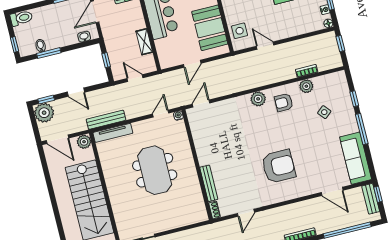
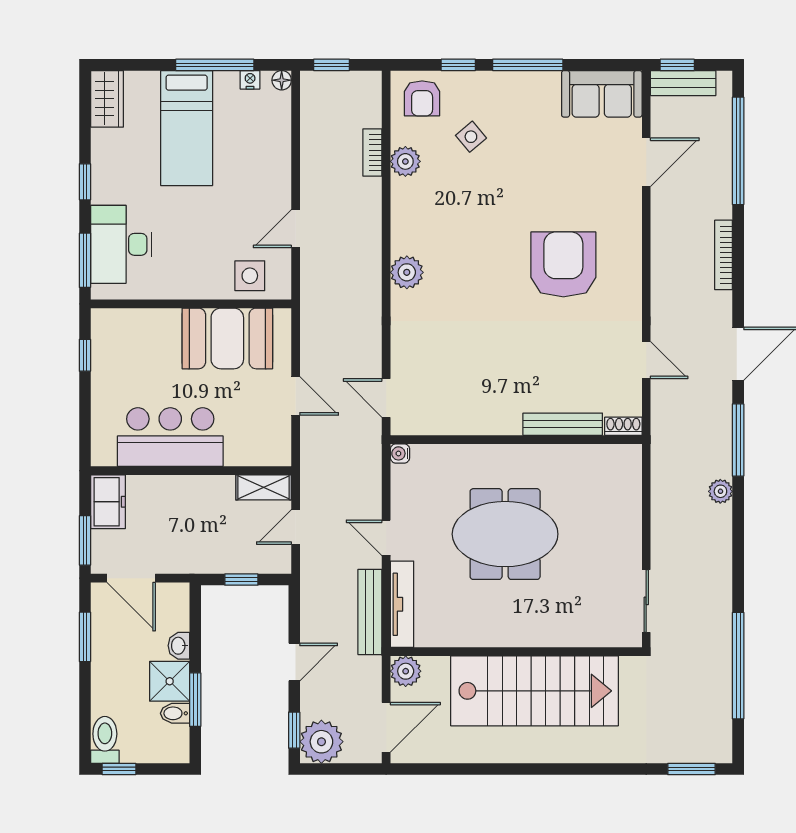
washbasin: (84, 37) -> (179, 646), moved
shower: (54, 40) -> (170, 681), added
shelving: (144, 42) -> (264, 487), moved
window: (14, 44) -> (119, 769), moved
armchair: (284, 102) -> (422, 98), moved
door: (161, 114) -> (386, 538), moved
sofa: (356, 158) -> (602, 94), width x0.73

